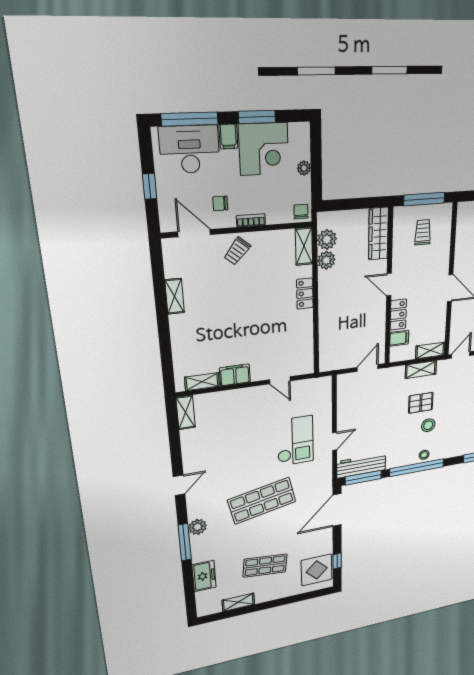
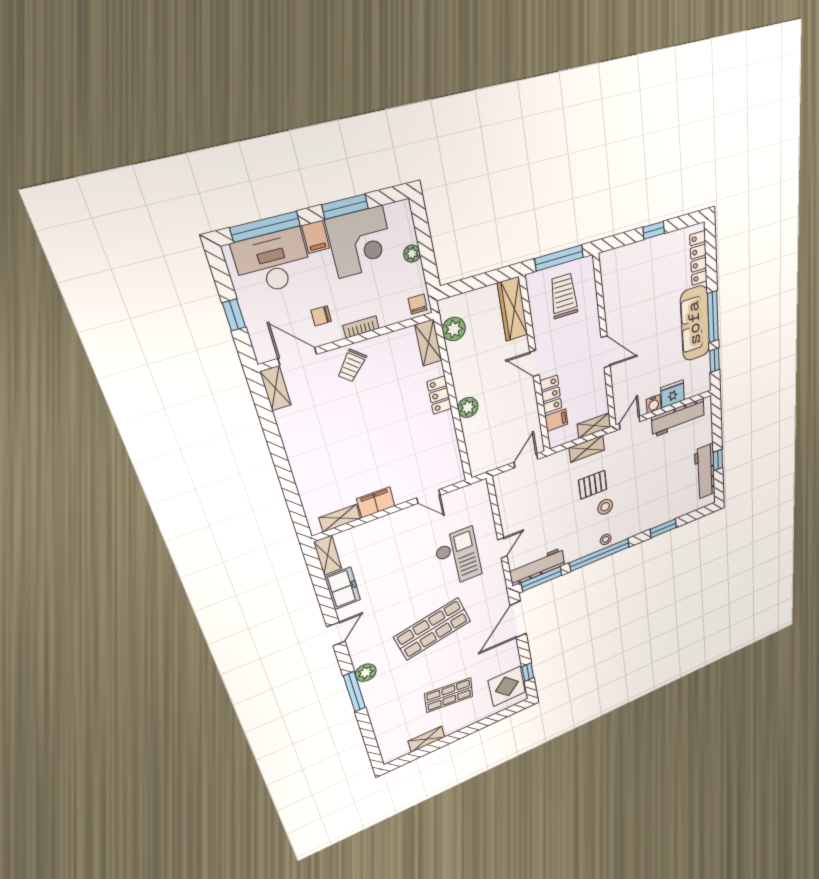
trolley: (423, 232) -> (564, 296), width x1.36, depth x1.39
plant: (326, 260) -> (468, 407), moved
shelving: (175, 296) -> (276, 388), moved
freezer: (204, 576) -> (343, 588), moved

